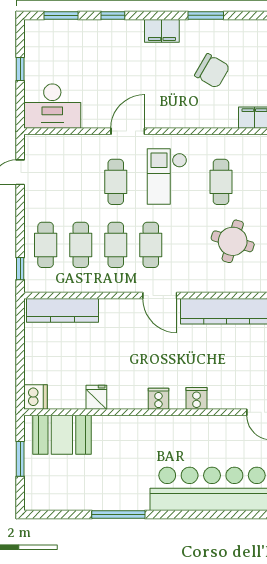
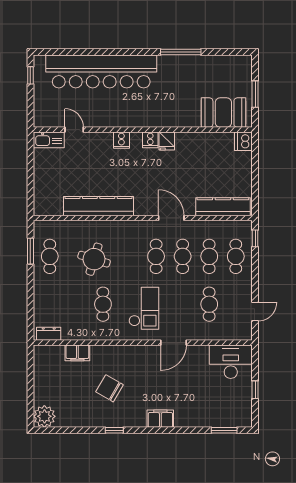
window: (113, 15) -> (185, 430), removed
window: (206, 15) -> (114, 430), width x0.67
filing cabinet: (162, 31) -> (160, 419), moved
cafe table: (116, 182) -> (209, 304), moved
door: (160, 296) -> (171, 218), moved
fridge: (96, 397) -> (167, 141), moved

